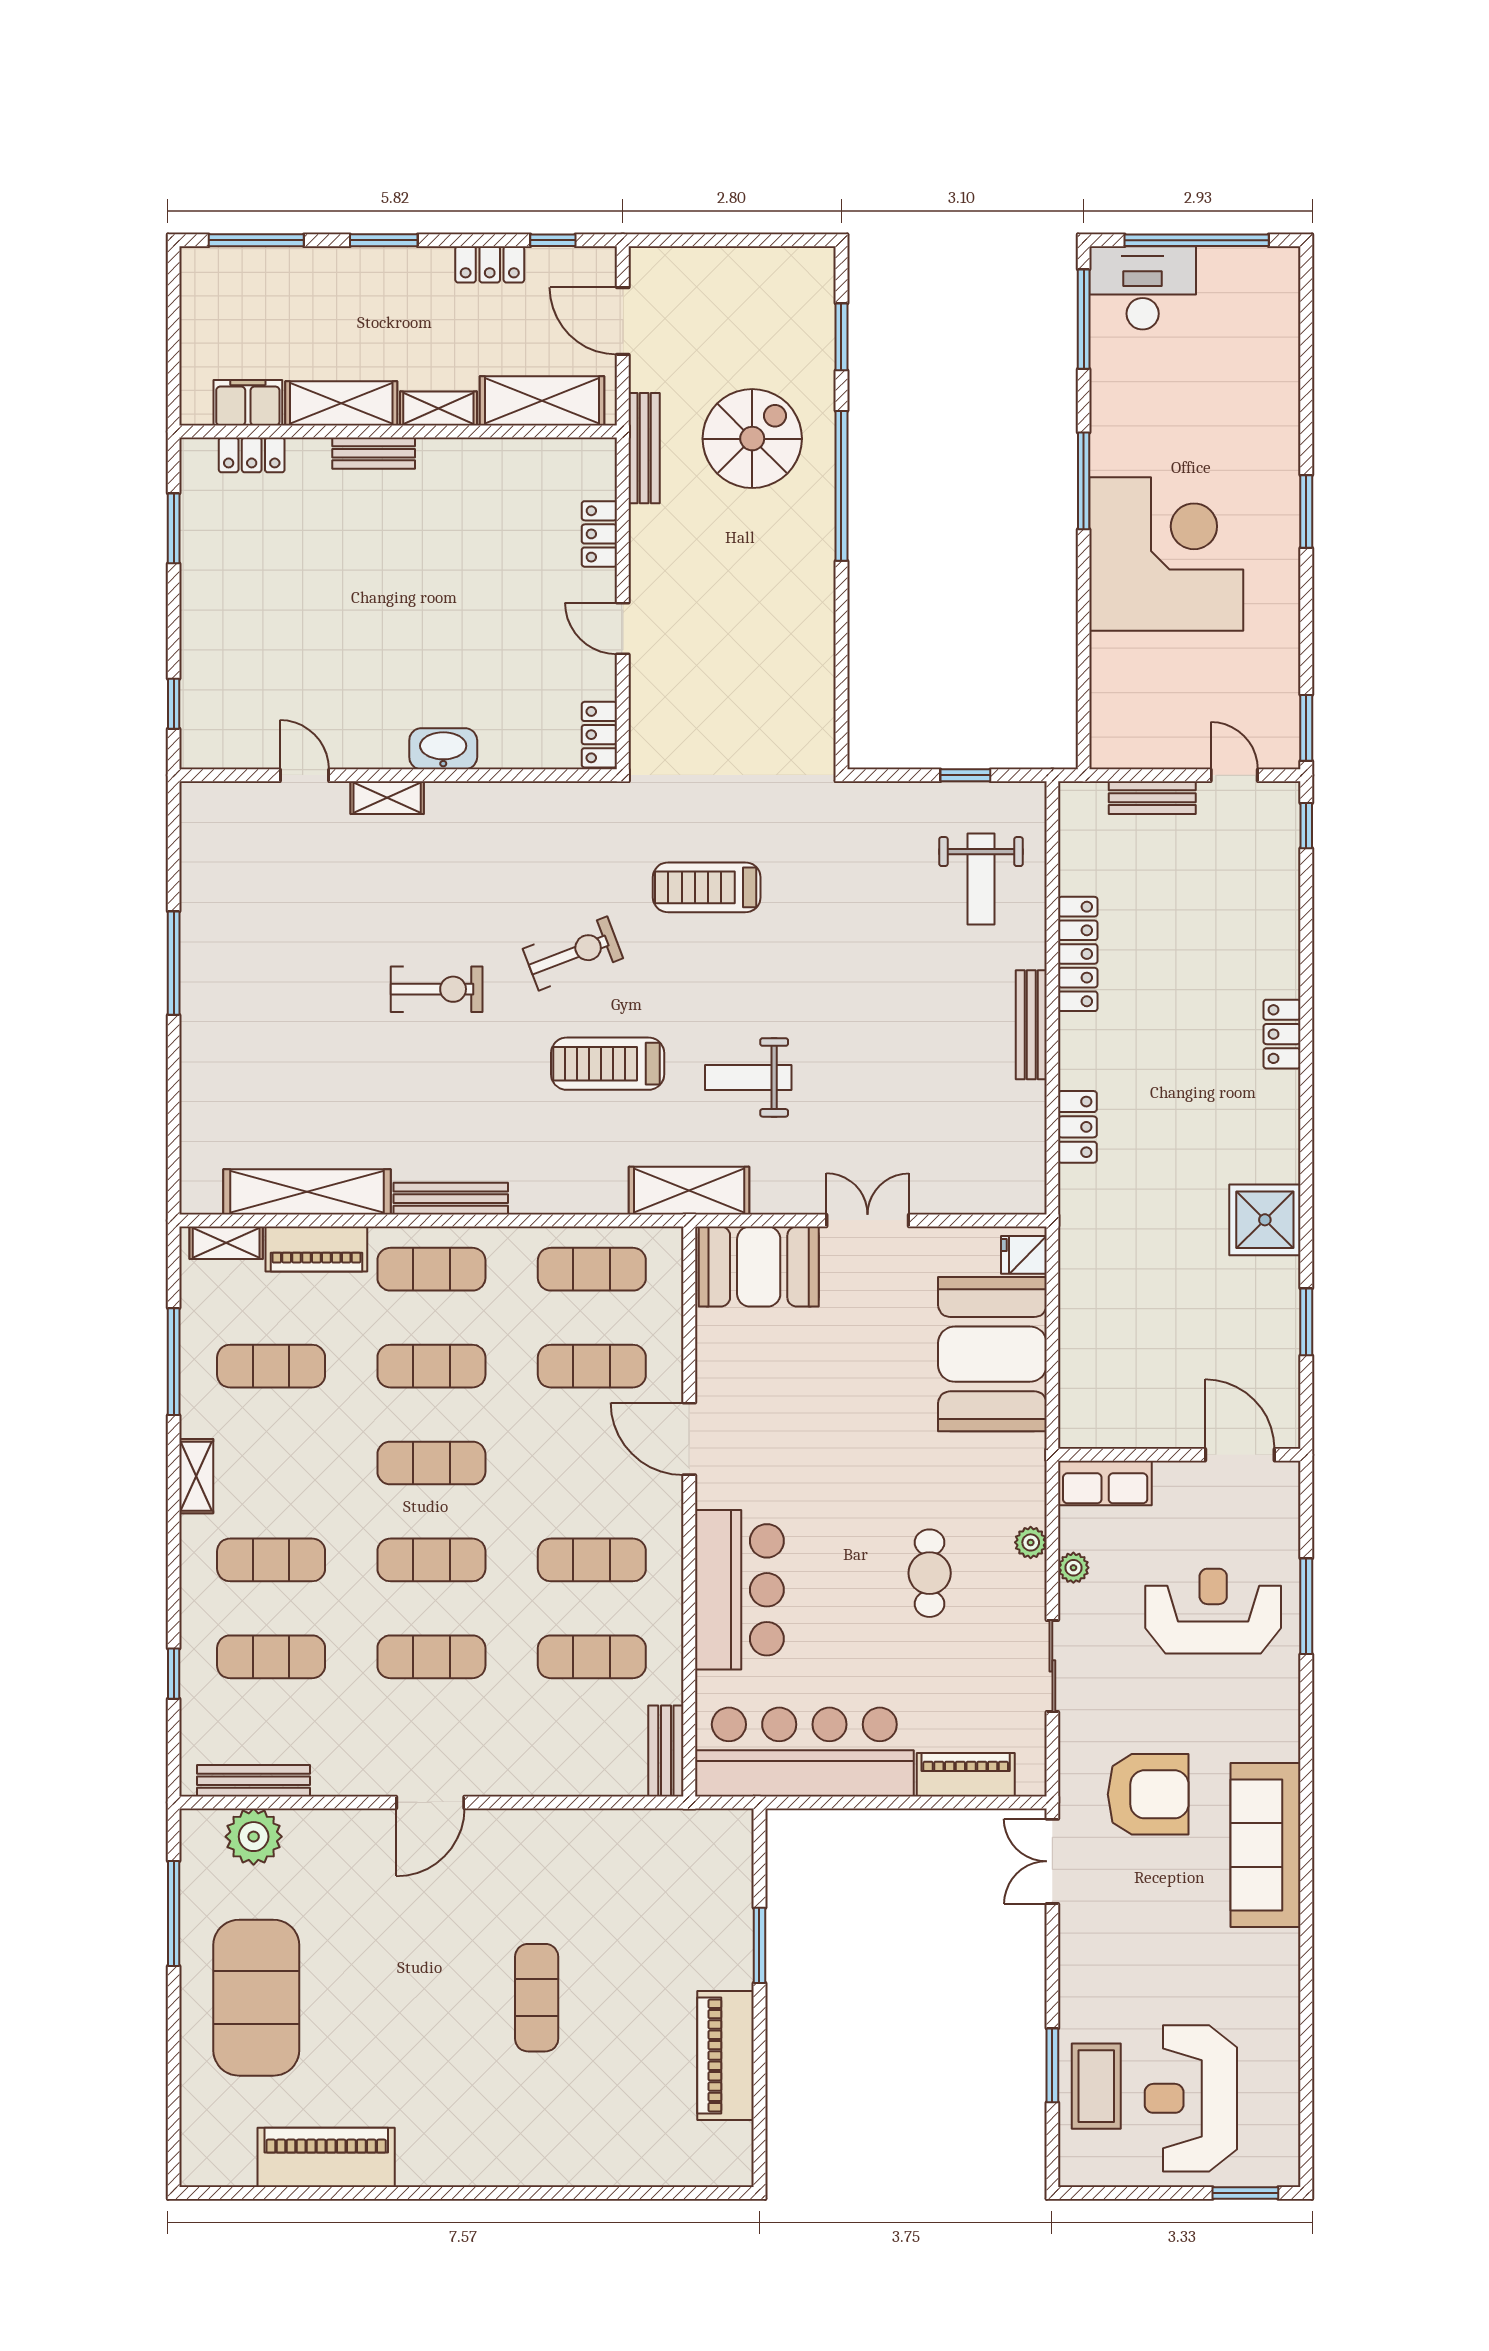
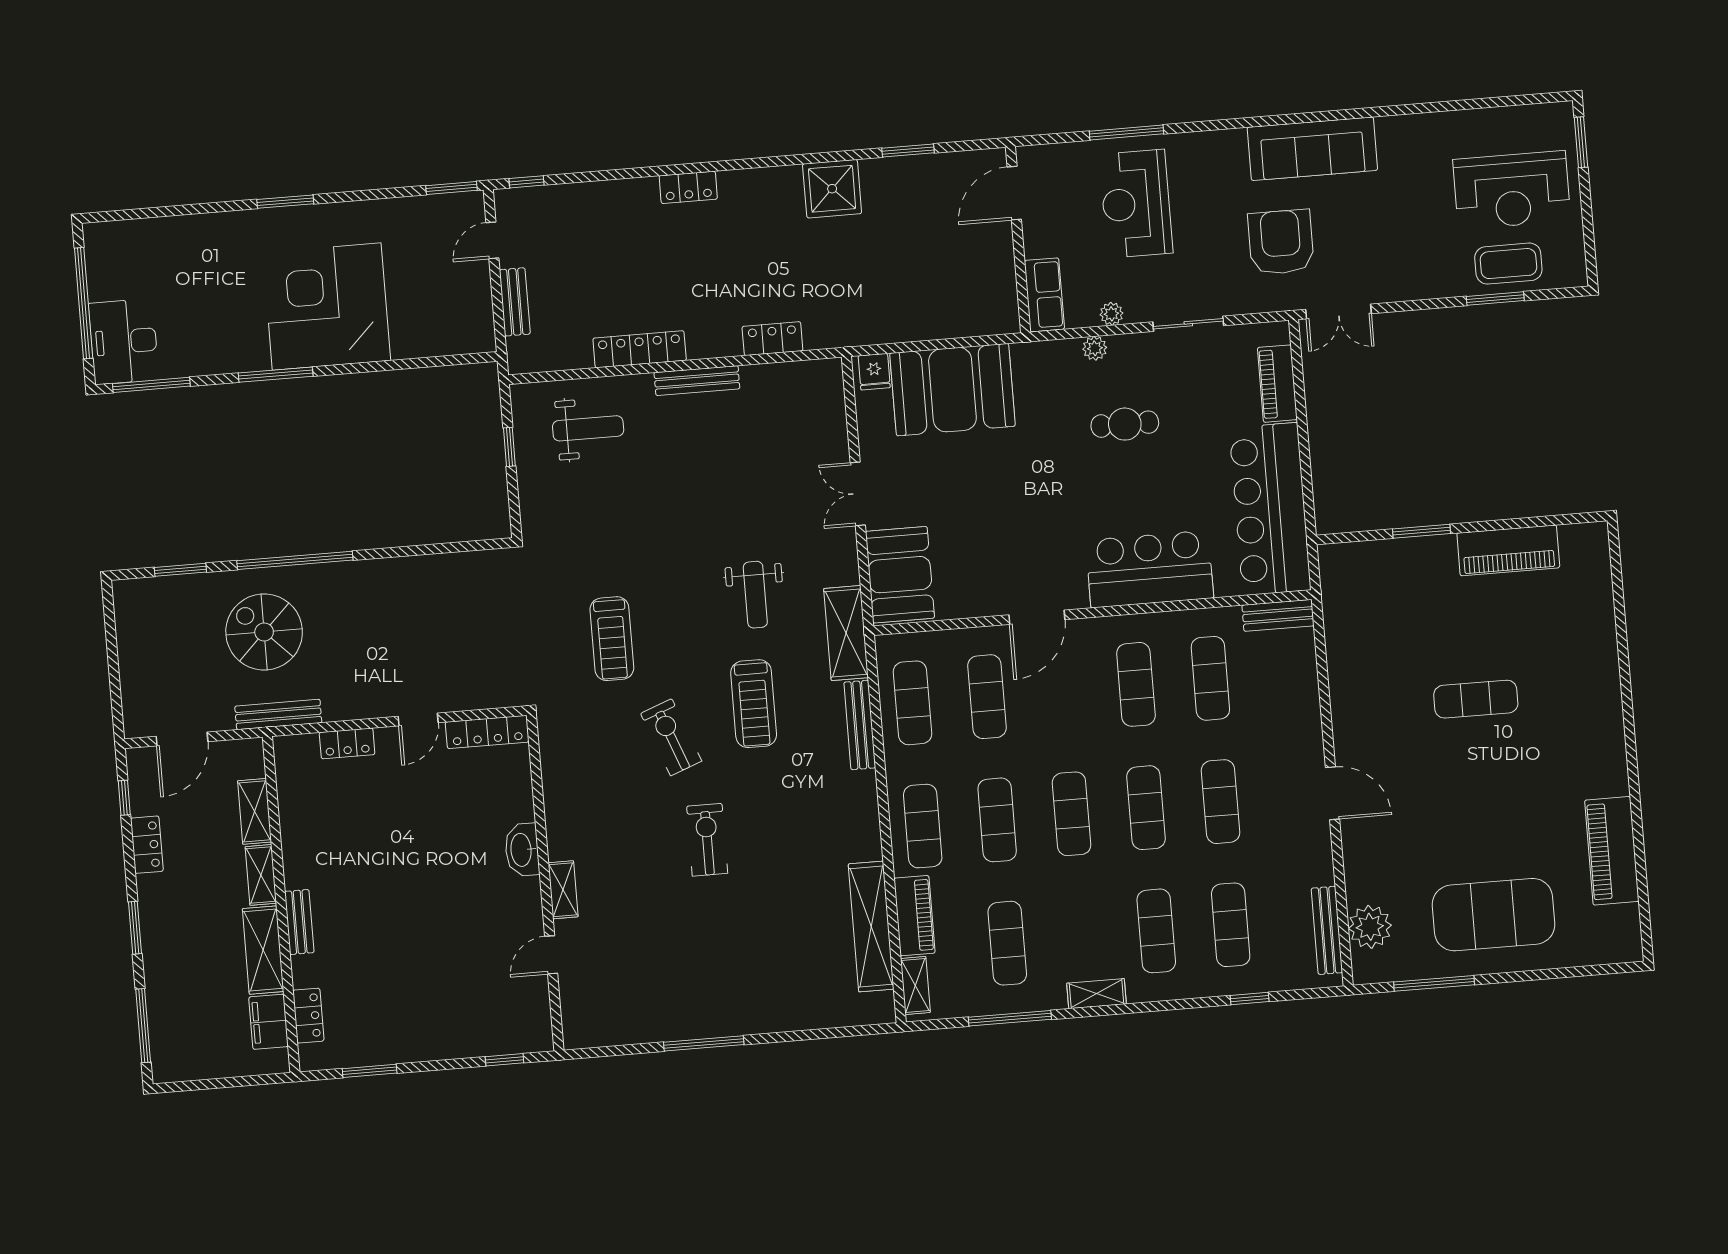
shelving: (542, 401) -> (255, 811), width x0.67, depth x0.75
locker: (599, 735) -> (487, 732), width x1.53
bench: (451, 1199) -> (860, 725), moved

